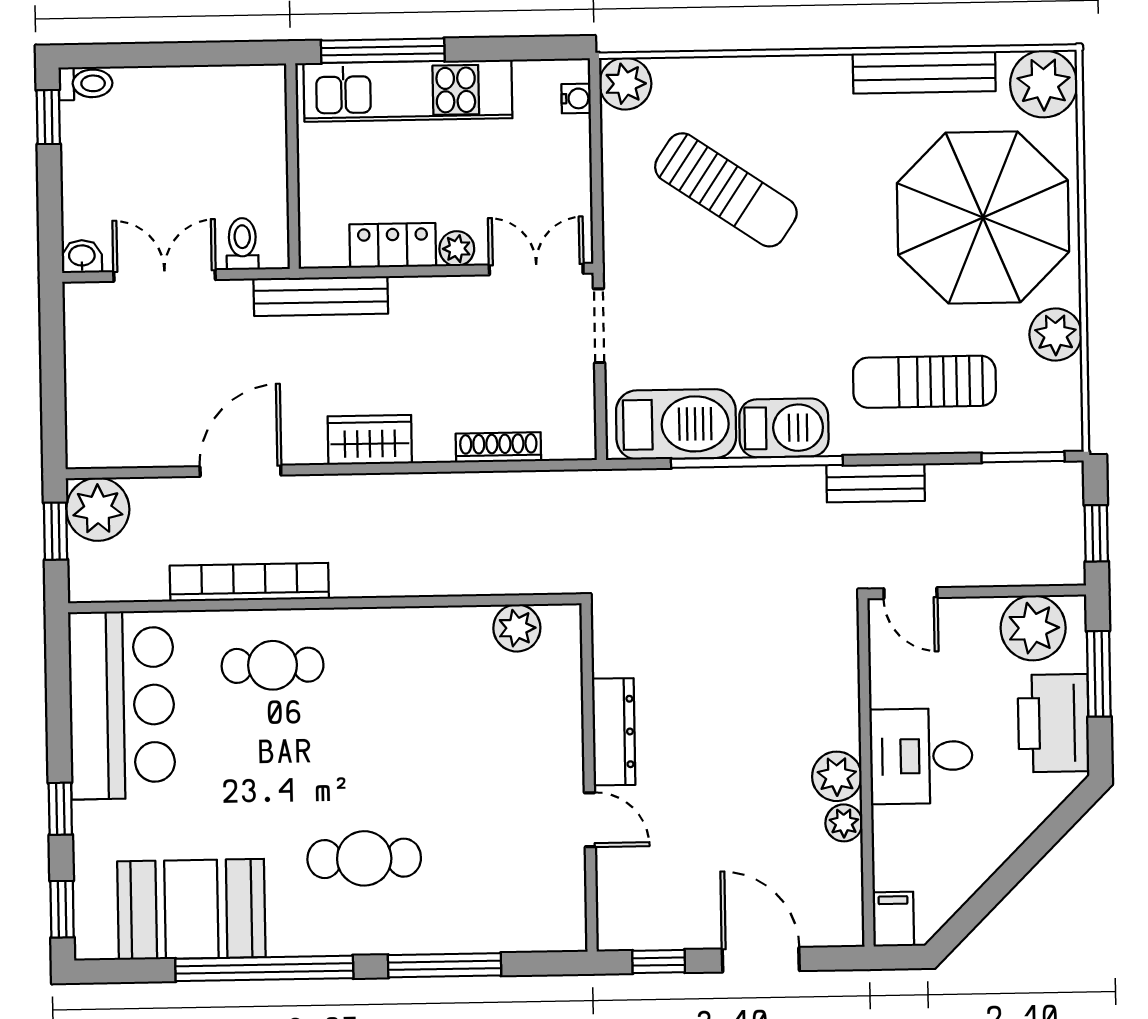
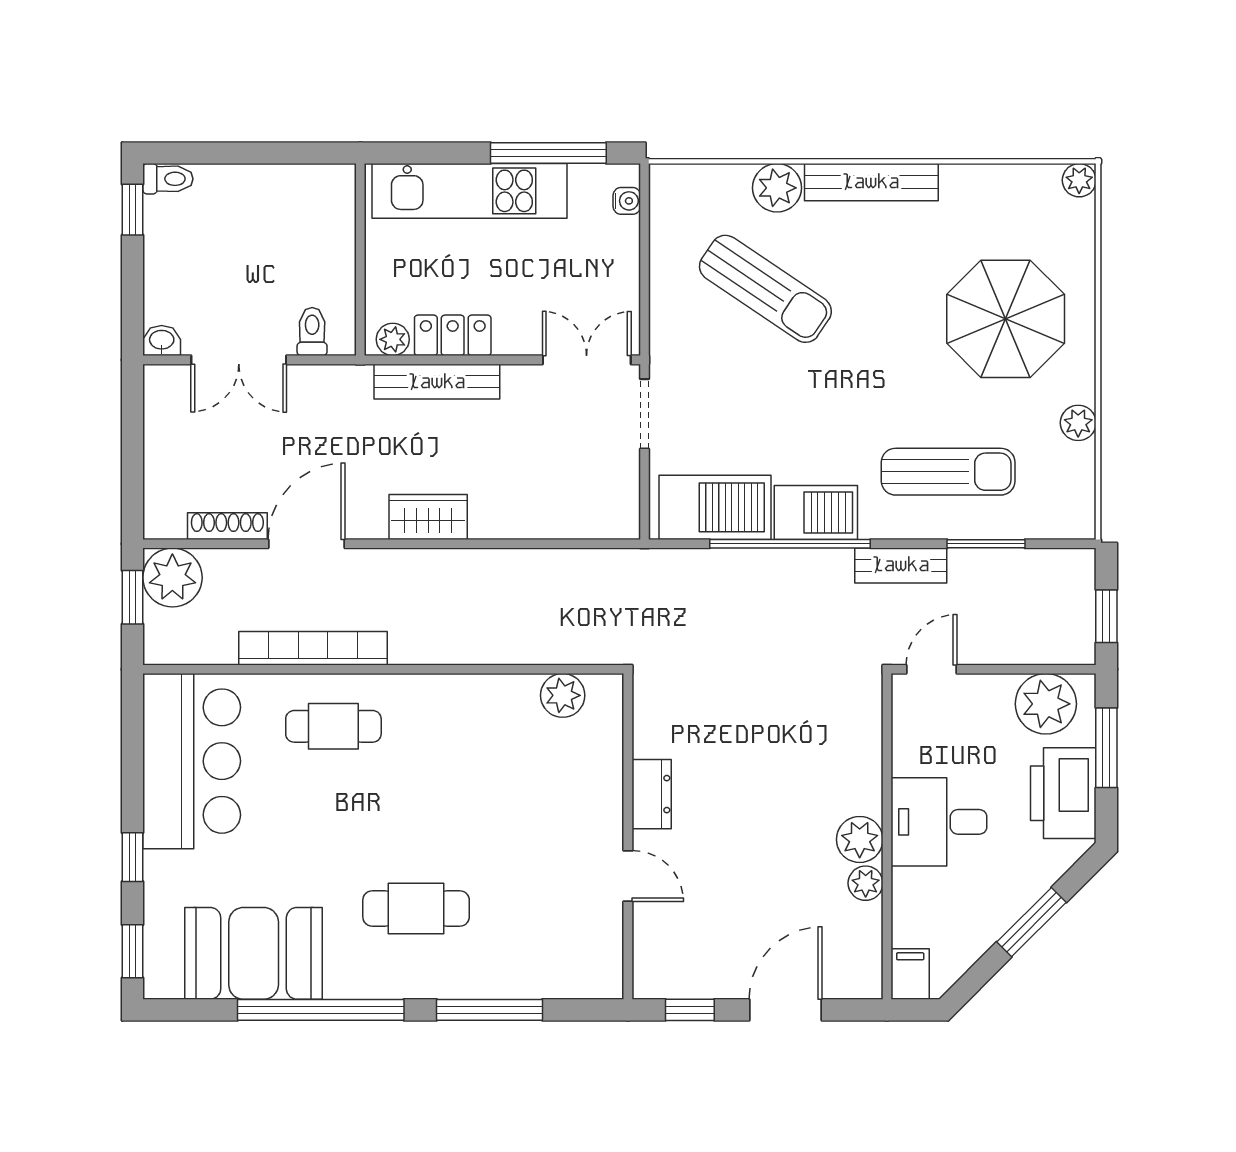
window: (383, 51) -> (548, 153), moved
bench: (924, 72) -> (871, 182), moved
plant: (625, 84) -> (777, 188), moved
plant: (1044, 84) -> (1079, 180), width x0.53, depth x0.53
parasol: (983, 217) -> (1006, 319), width x0.73, depth x0.73
plant: (457, 249) -> (393, 339), moved
double door: (165, 276) -> (239, 360), swing flipped
bench: (321, 296) -> (437, 382), moved
plant: (1055, 335) -> (1078, 423), width x0.73, depth x0.73
sun lounger: (924, 382) -> (948, 472), turned 180
shoe rack: (498, 447) -> (227, 526), moved
window: (1023, 457) -> (986, 544), moved
door: (910, 593) -> (932, 669), swing flipped
dresser: (614, 732) -> (652, 794), width x0.70
window: (1022, 861) -> (1032, 922), added
door: (761, 960) -> (786, 1010), hinge flipped

